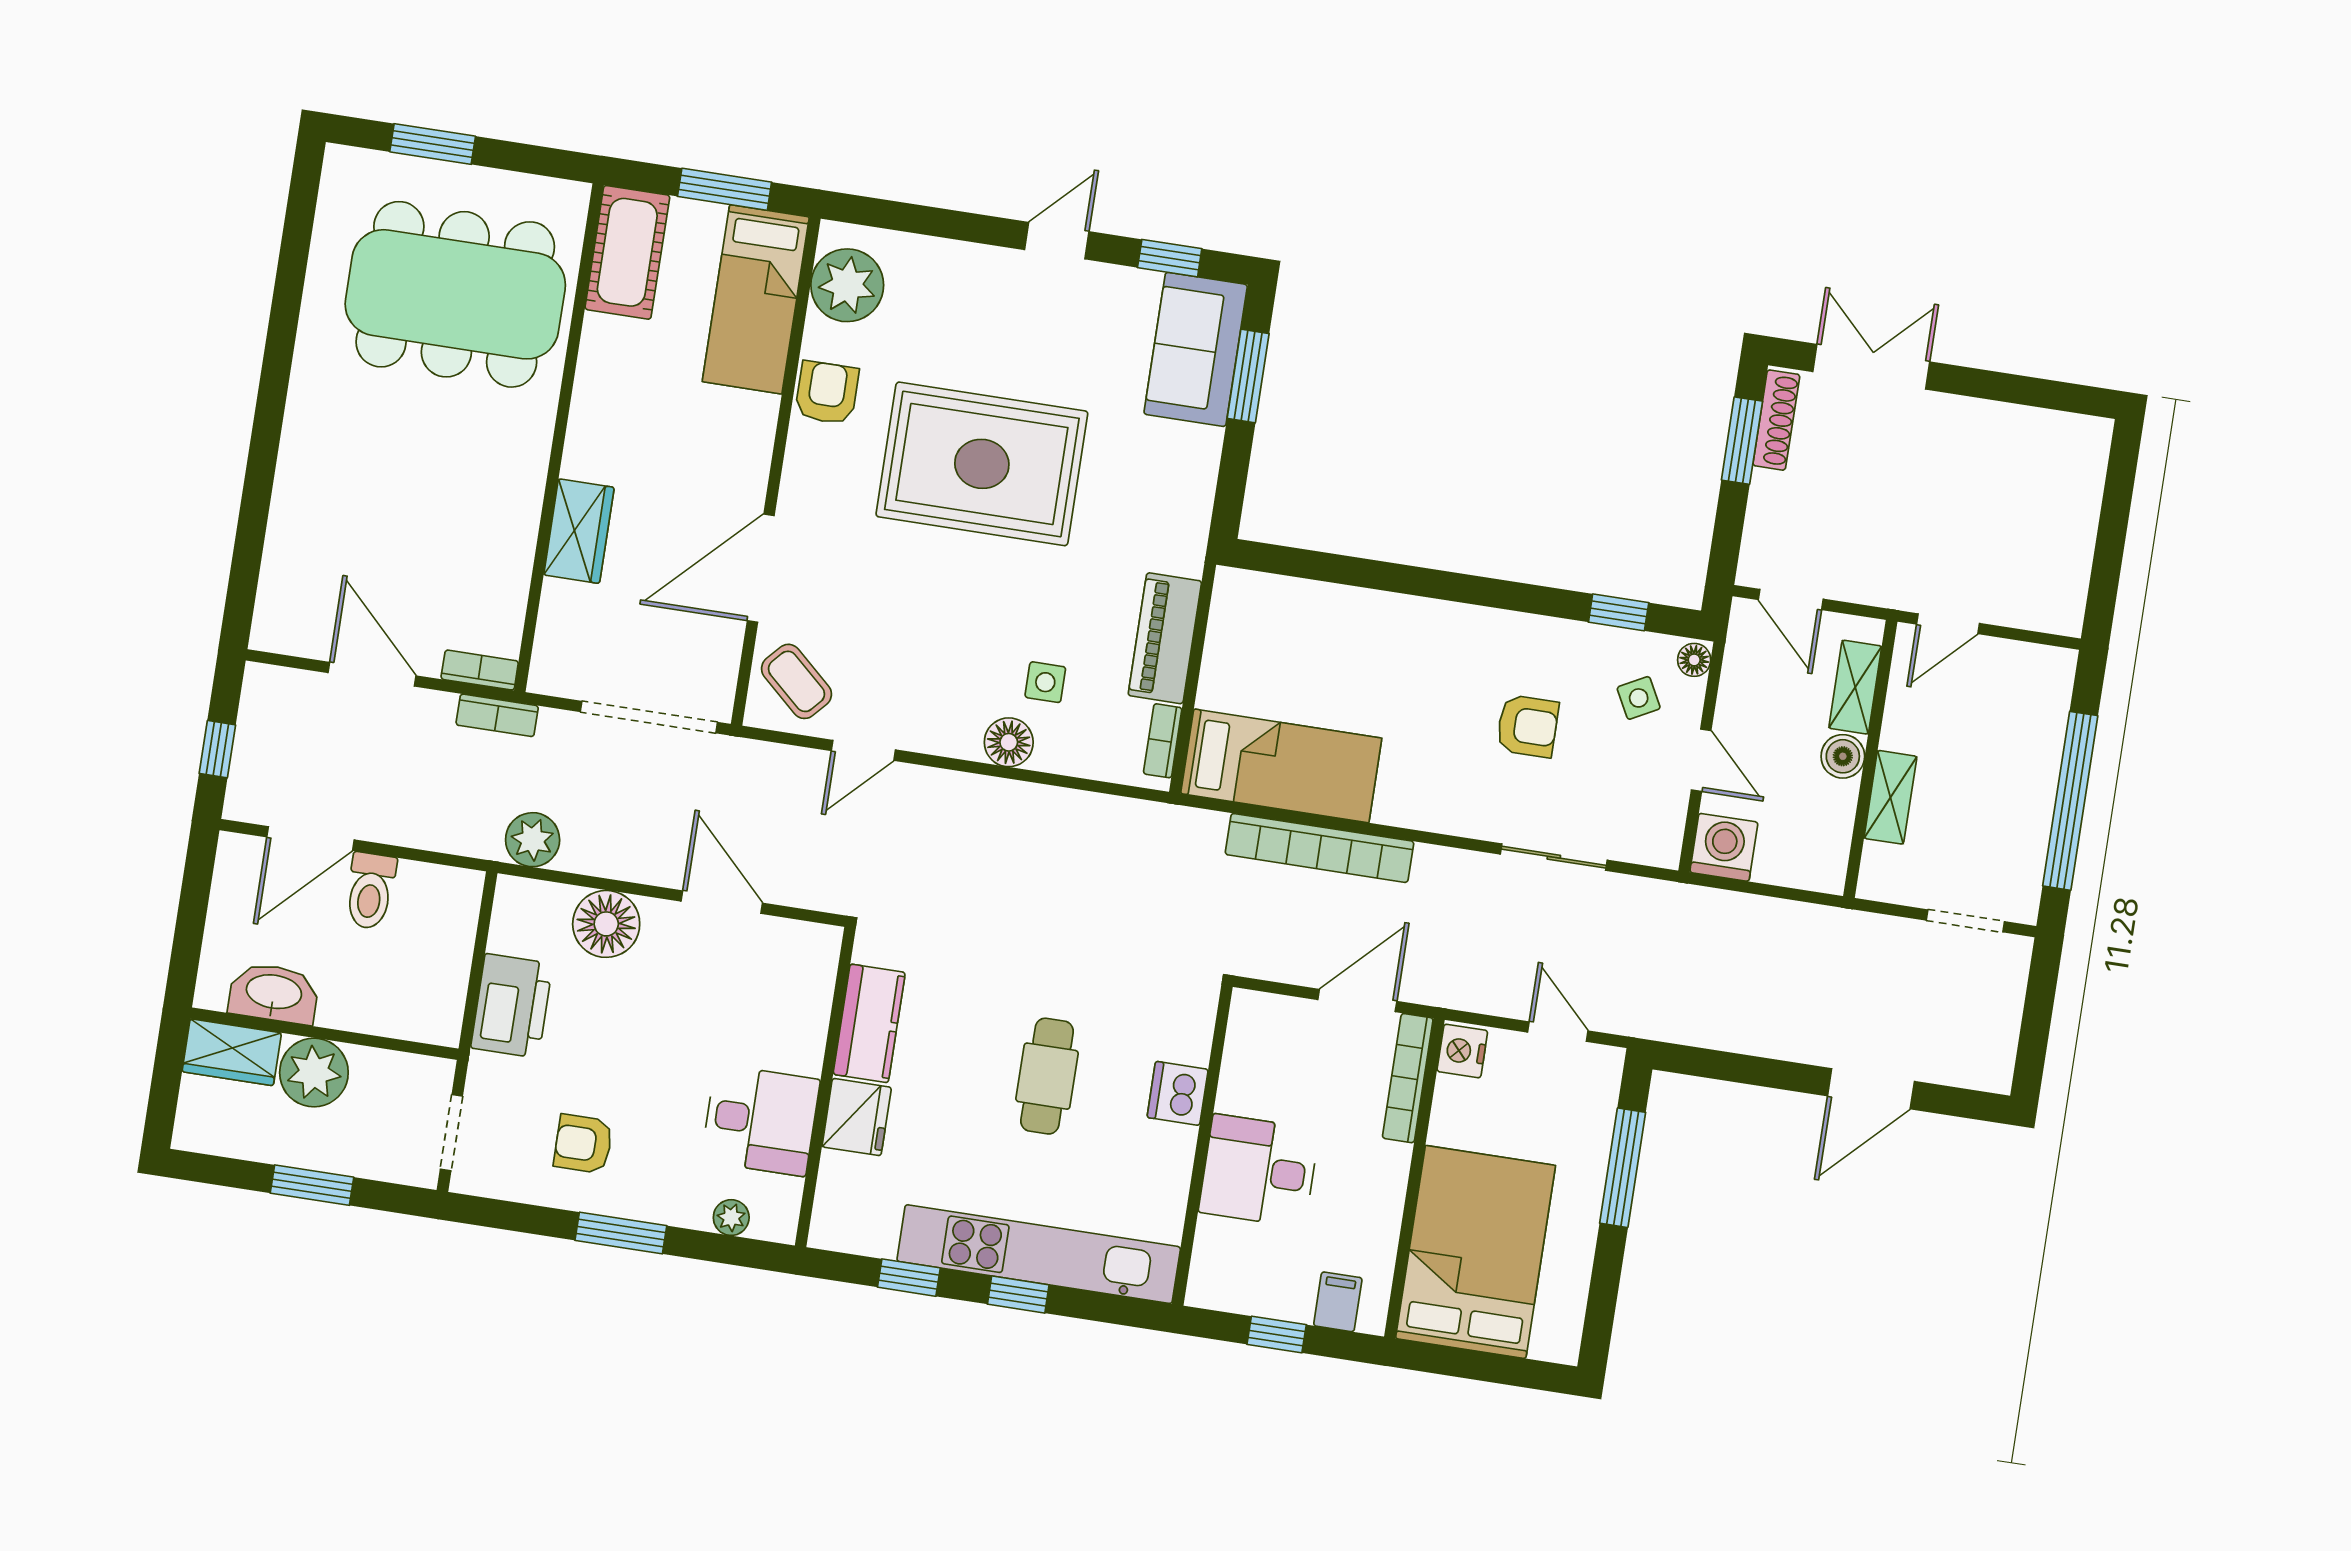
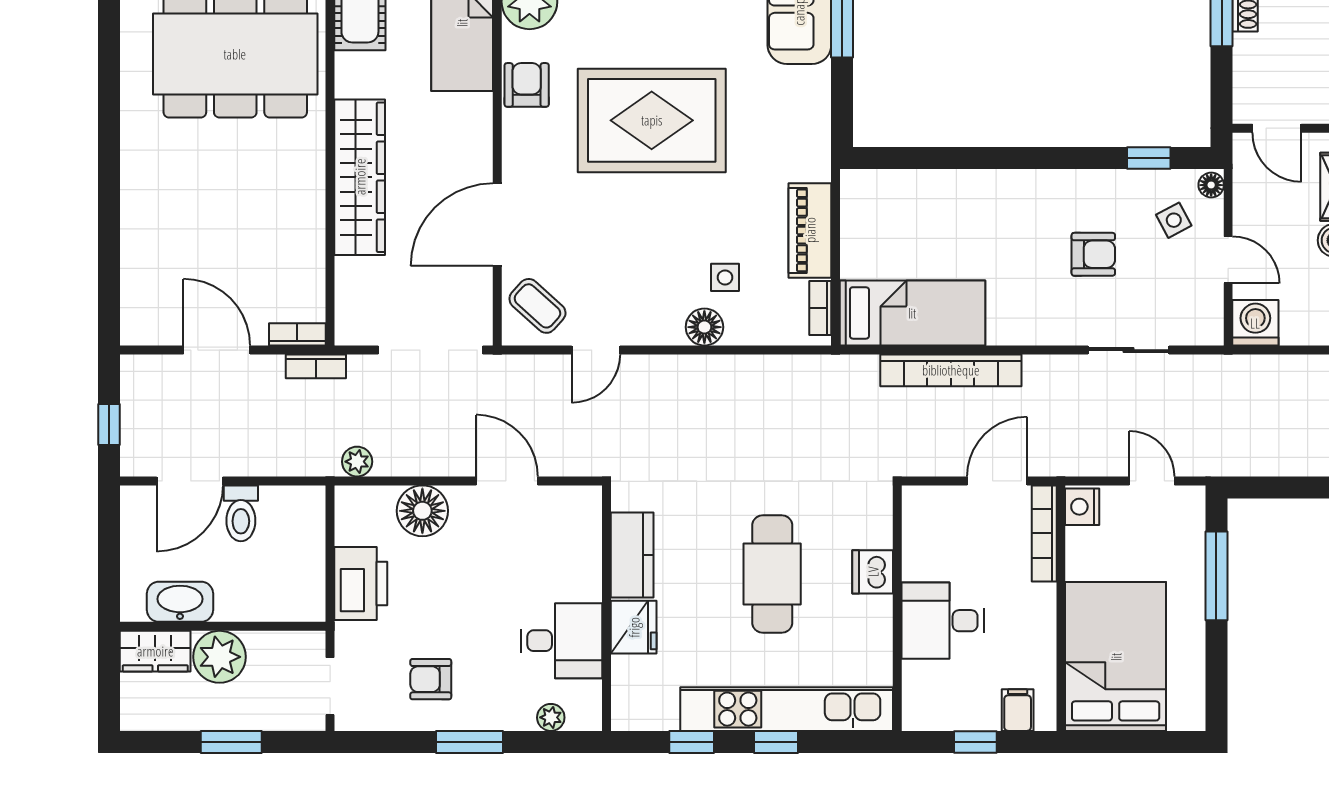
wardrobe: (579, 531) -> (360, 177), width x2.10, depth x1.17
plant: (533, 840) -> (357, 462), width x0.73, depth x0.73
cafe table: (1047, 1076) -> (772, 574), width x1.37, depth x1.35

